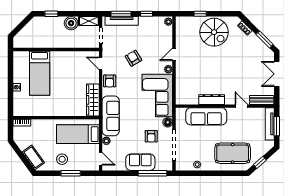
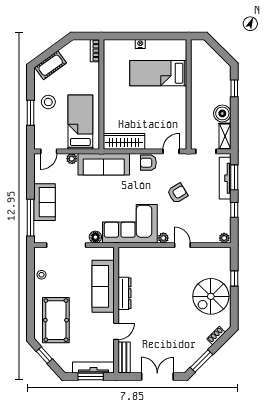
armchair: (151, 136) -> (78, 216), removed

